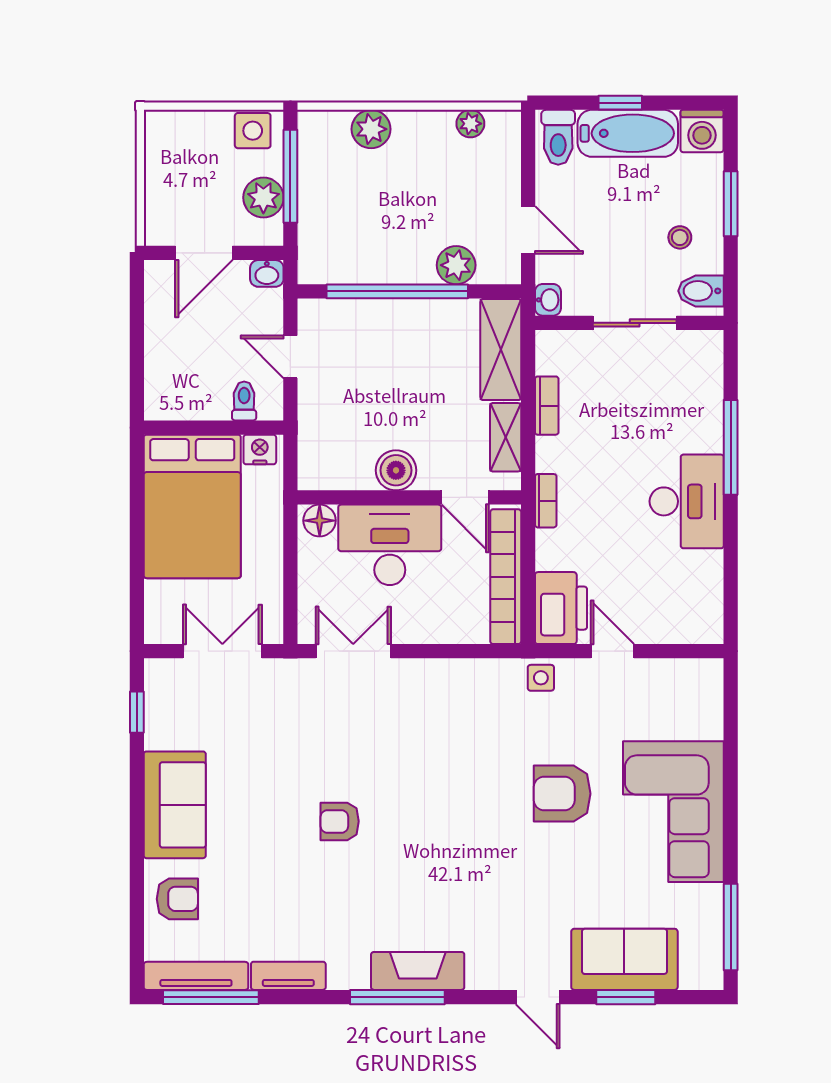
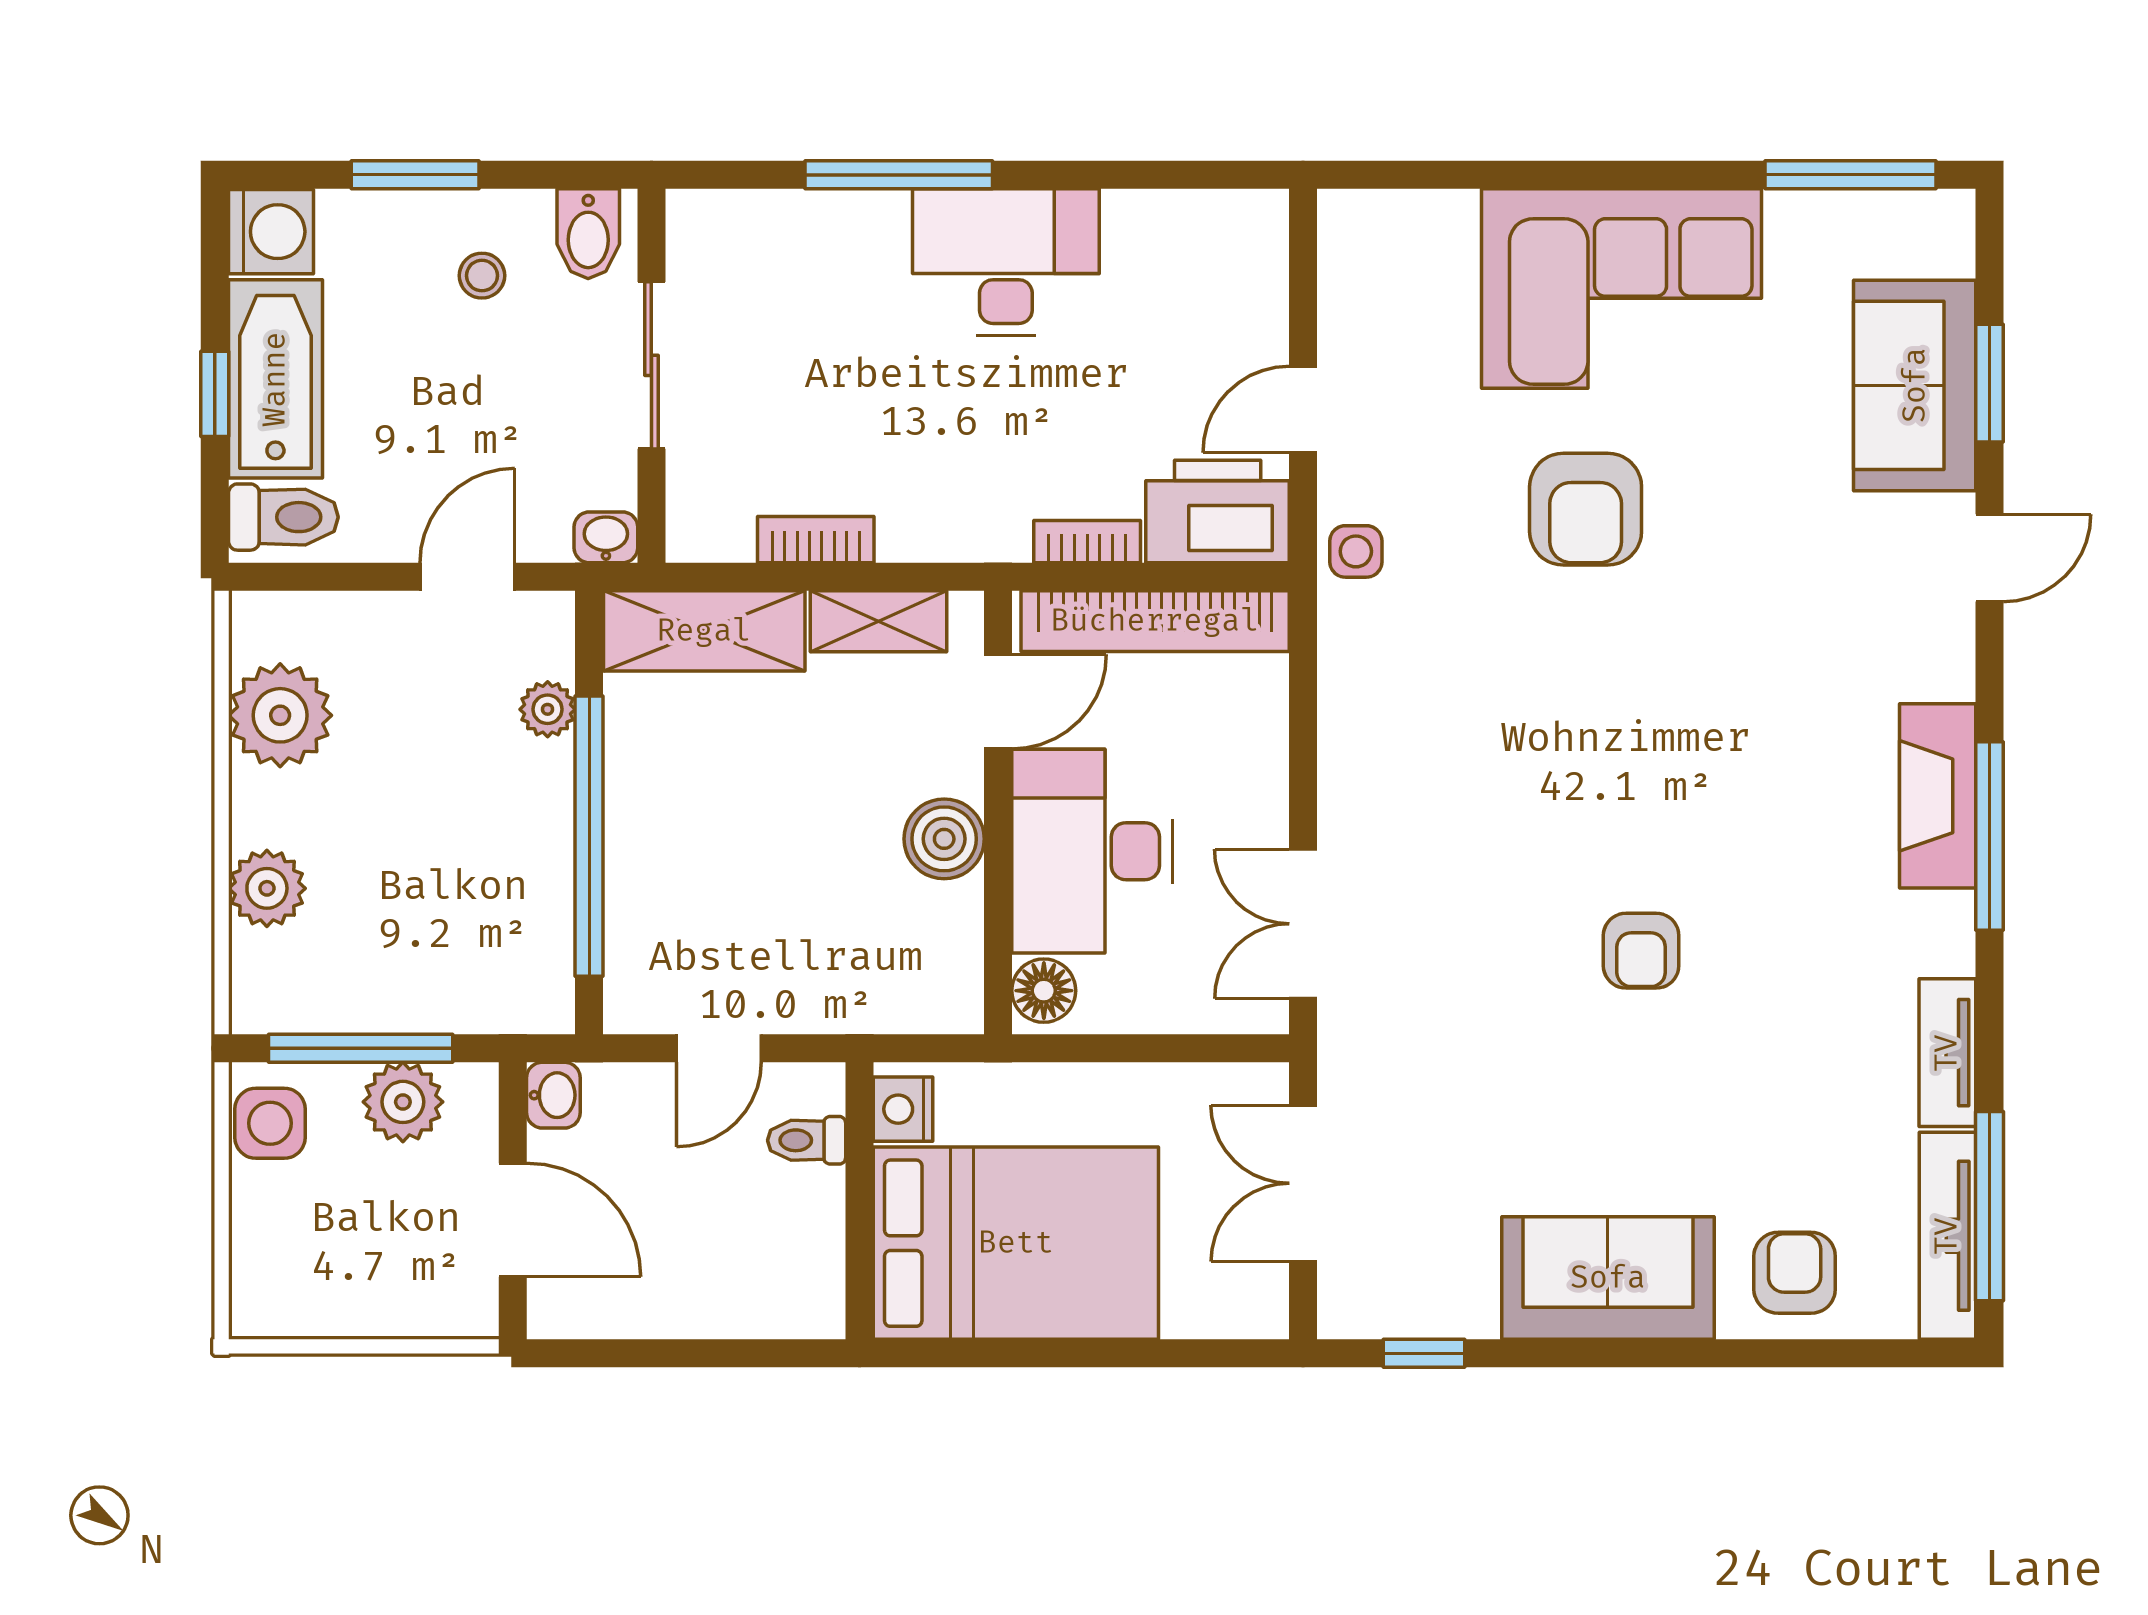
plant: (470, 124) -> (280, 715), width x1.88, depth x1.88
plant: (456, 265) -> (548, 709), width x0.73, depth x0.73
bookcase: (546, 501) -> (1087, 542), moved

